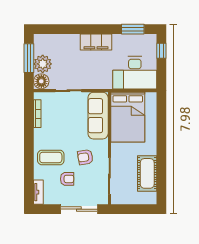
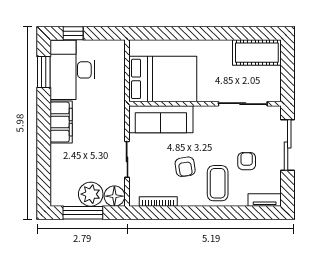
desk: (135, 73) -> (72, 70), moved, turned 180
armchair: (85, 157) -> (185, 167), moved
cot: (147, 173) -> (257, 53), moved

